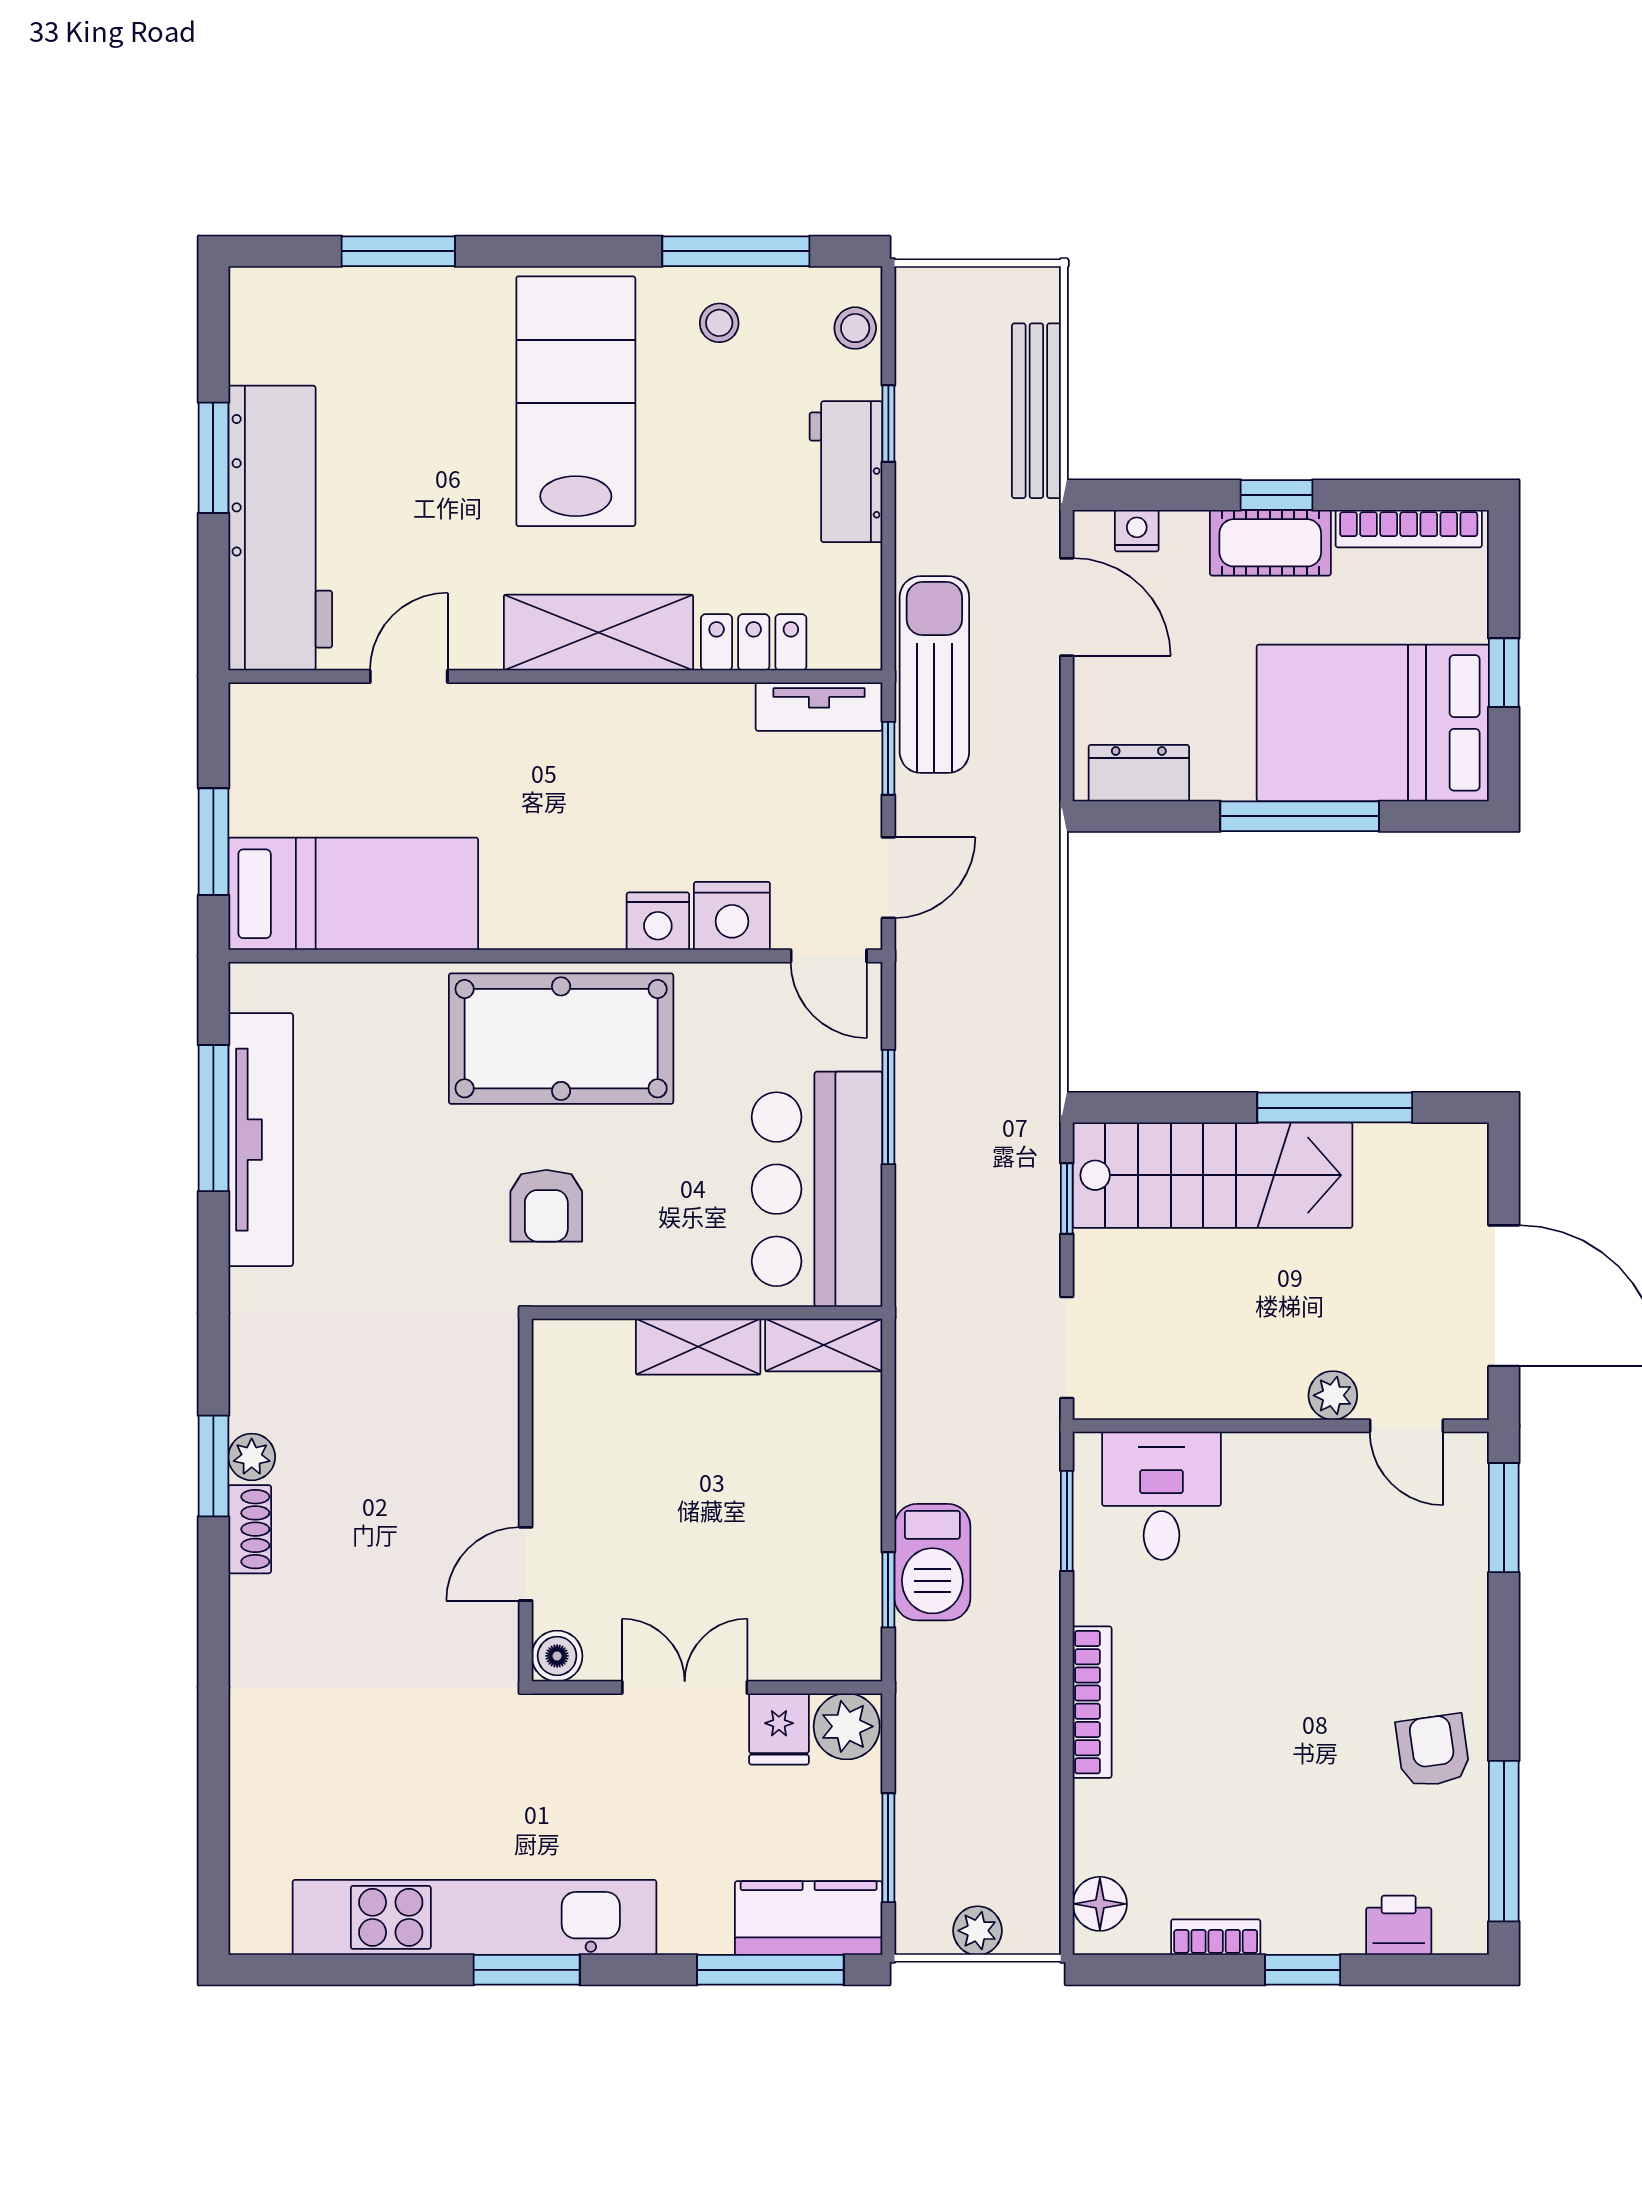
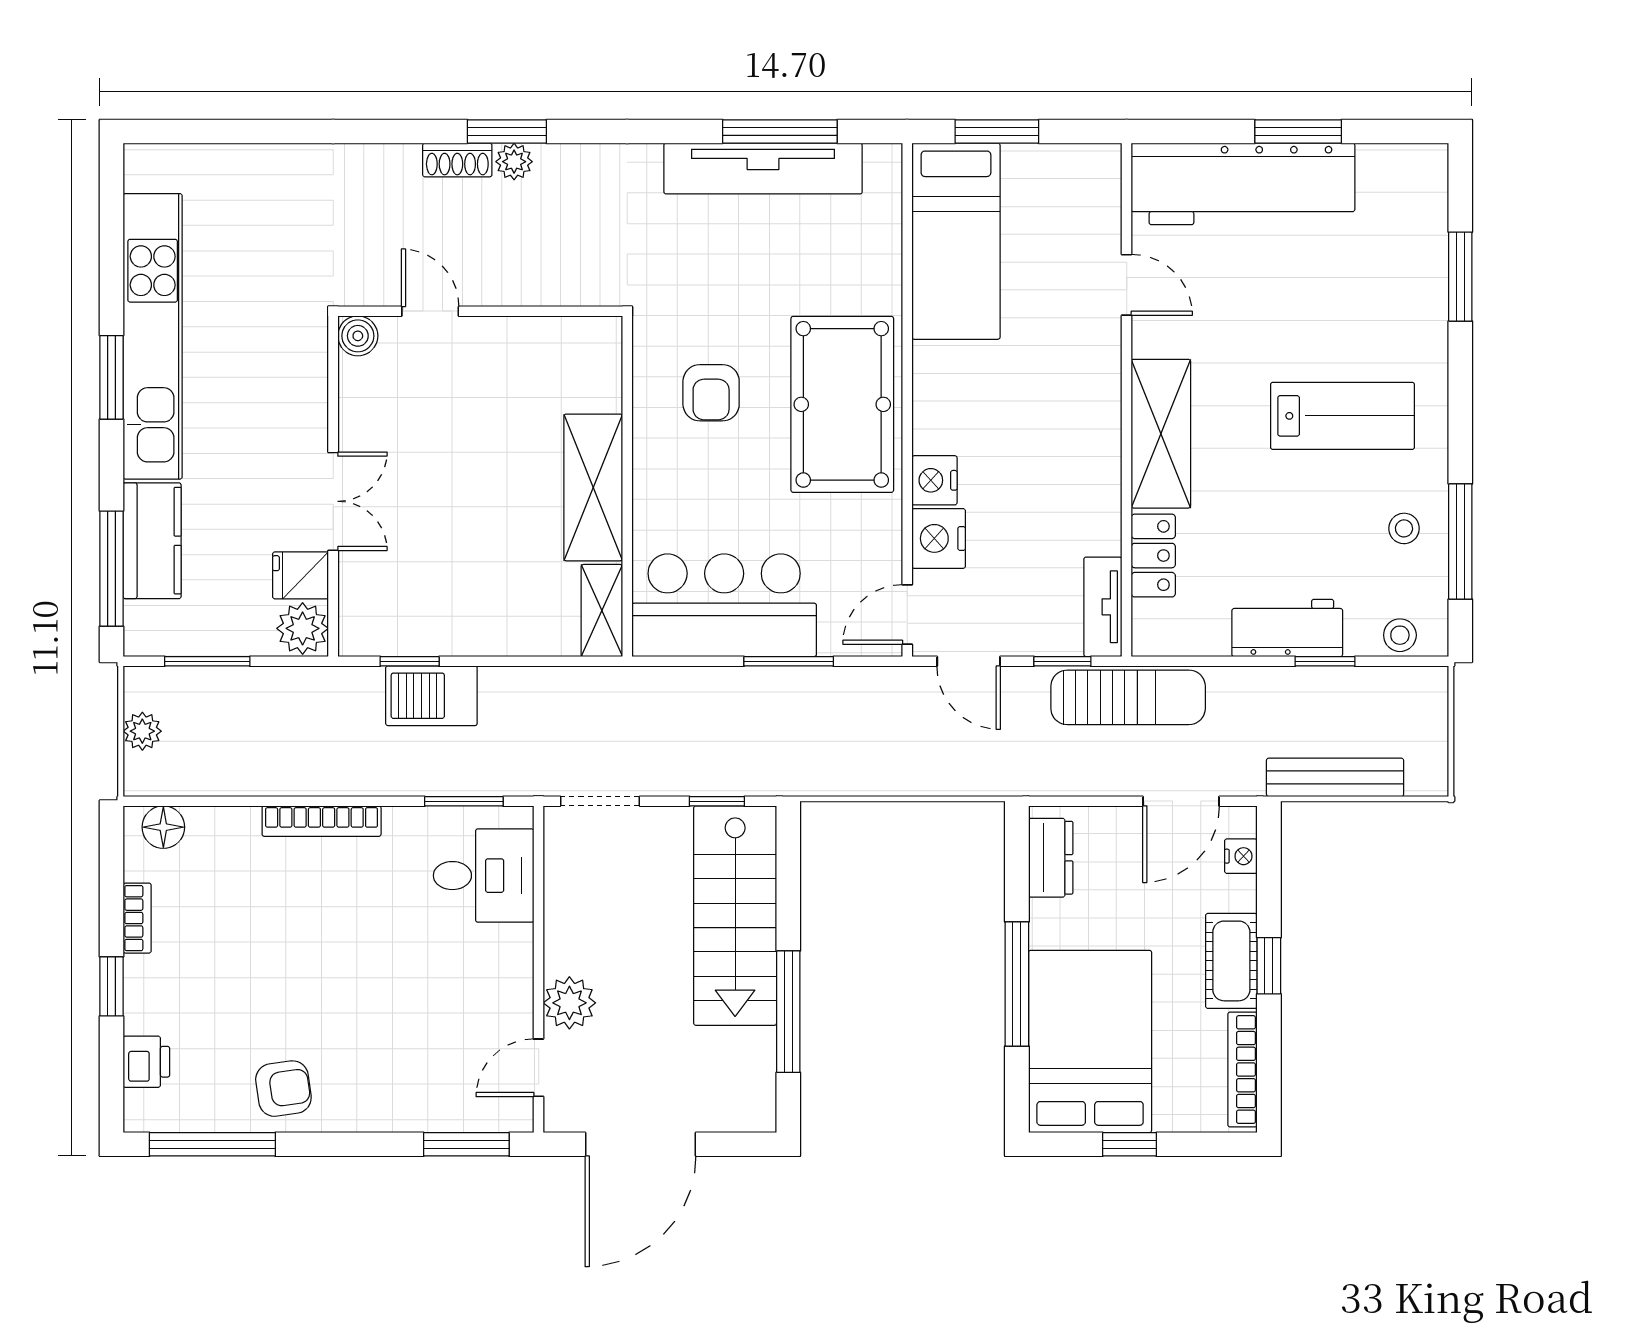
lab bench: (576, 401) -> (1343, 416), width x0.73, depth x0.72
armchair: (546, 1206) -> (711, 393), turned -90
shelving: (698, 1347) -> (593, 487), width x1.50, depth x1.33
plant: (1333, 1395) -> (569, 1003), width x1.38, depth x1.38
wall: (526, 1500) -> (480, 311), moved
door: (526, 1564) -> (430, 311), moved
boiler: (557, 1656) -> (358, 336), moved
kitchen counter: (809, 1918) -> (152, 541), moved

